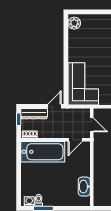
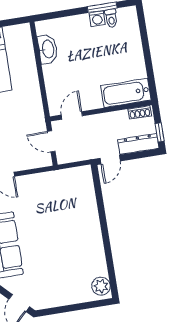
corner sofa: (83, 84) -> (73, 199), removed
bathtub: (43, 152) -> (126, 93), width x0.73, depth x0.73
washing machine: (29, 201) -> (97, 19), moved

